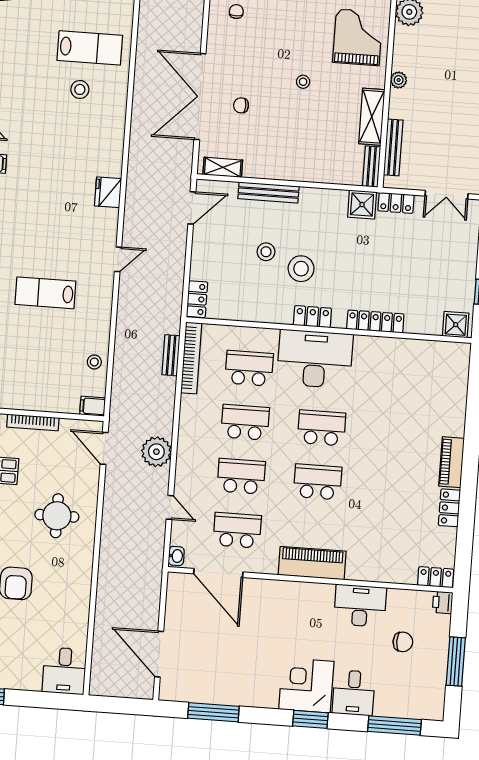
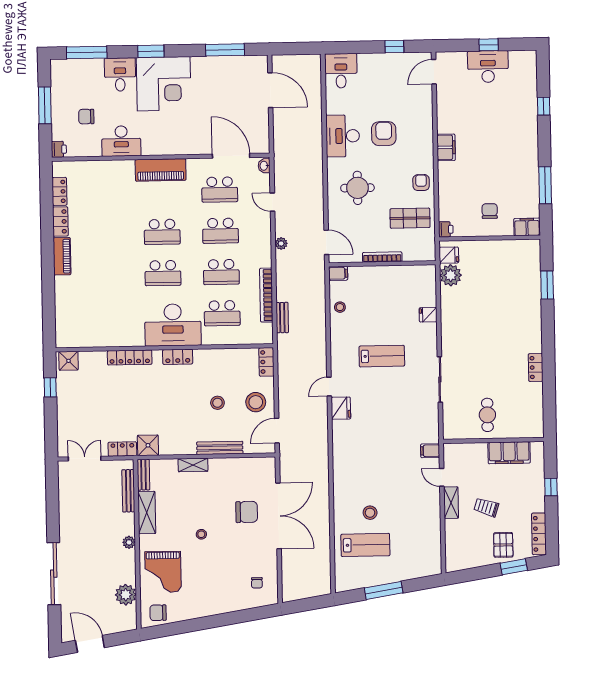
lab bench: (90, 48) -> (365, 545), turned 180
chair: (241, 105) -> (247, 512), width x1.87, depth x1.87
shelving: (223, 167) -> (193, 465), moved
fridge: (108, 192) -> (341, 408), moved
stool: (301, 269) -> (256, 402), moved
bookcase: (191, 358) -> (266, 295), moved
plant: (156, 452) -> (281, 243), width x0.53, depth x0.53
locker: (436, 577) -> (59, 191), moved, turned -90
desk: (70, 585) -> (343, 136), added
corner desk: (306, 685) -> (164, 84), width x1.36, depth x1.36

